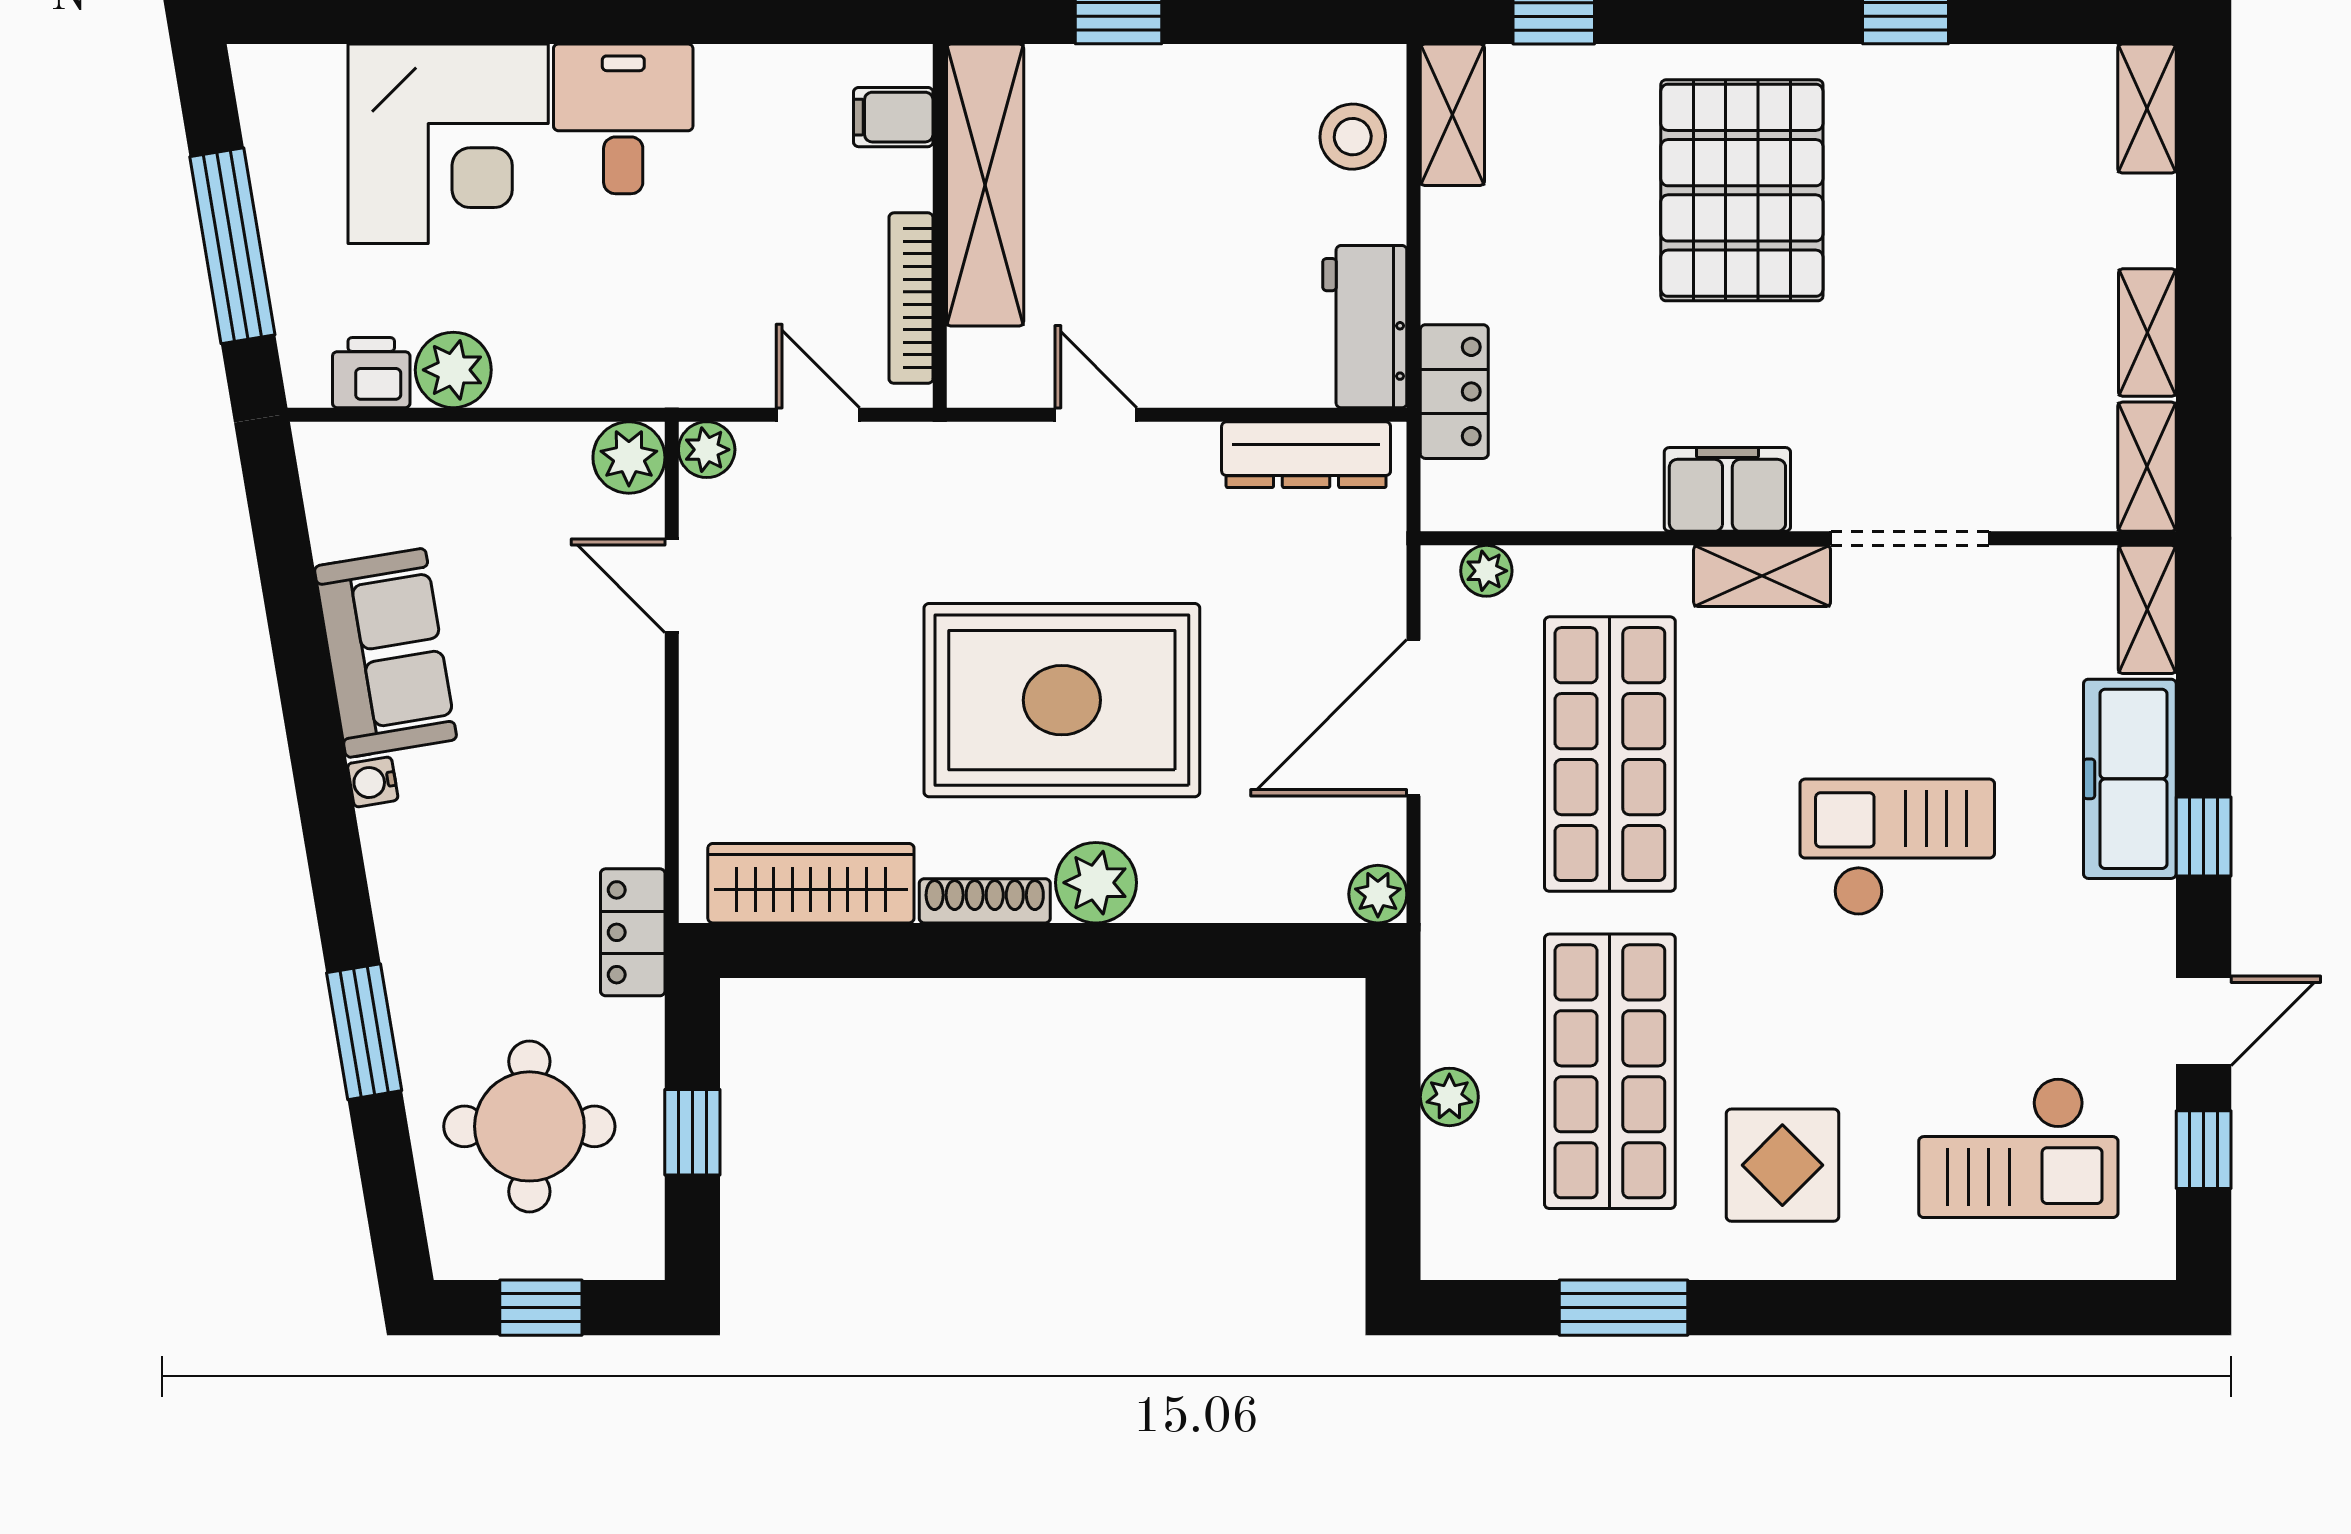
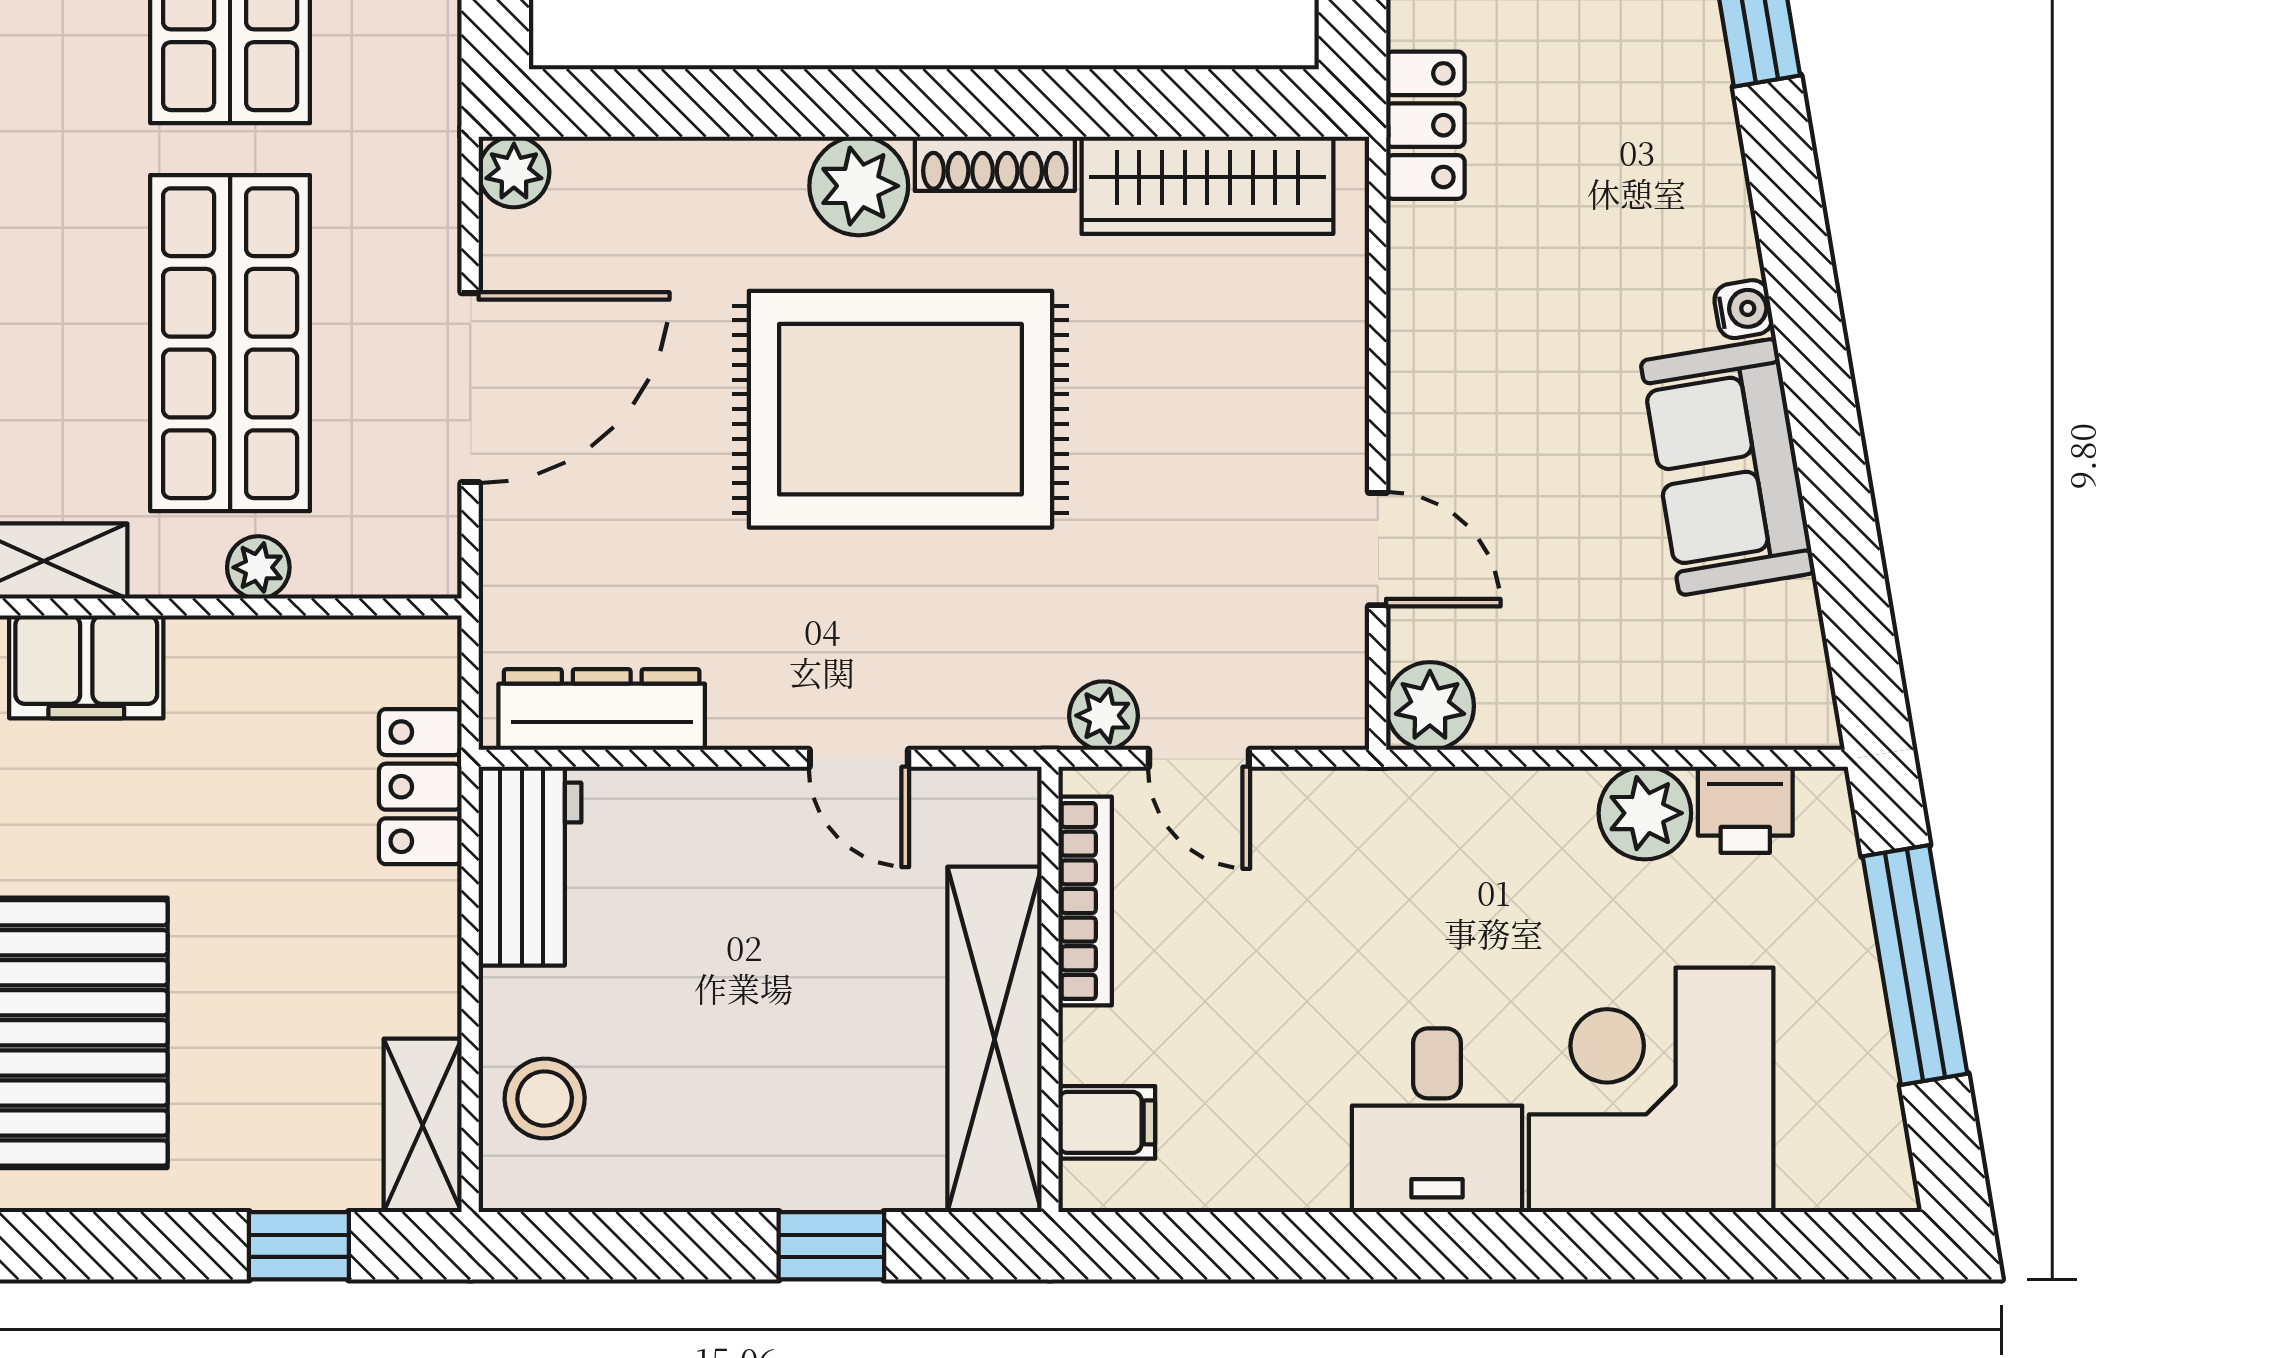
plant: (707, 450) -> (1104, 716), moved
plant: (1486, 571) -> (258, 567), moved

